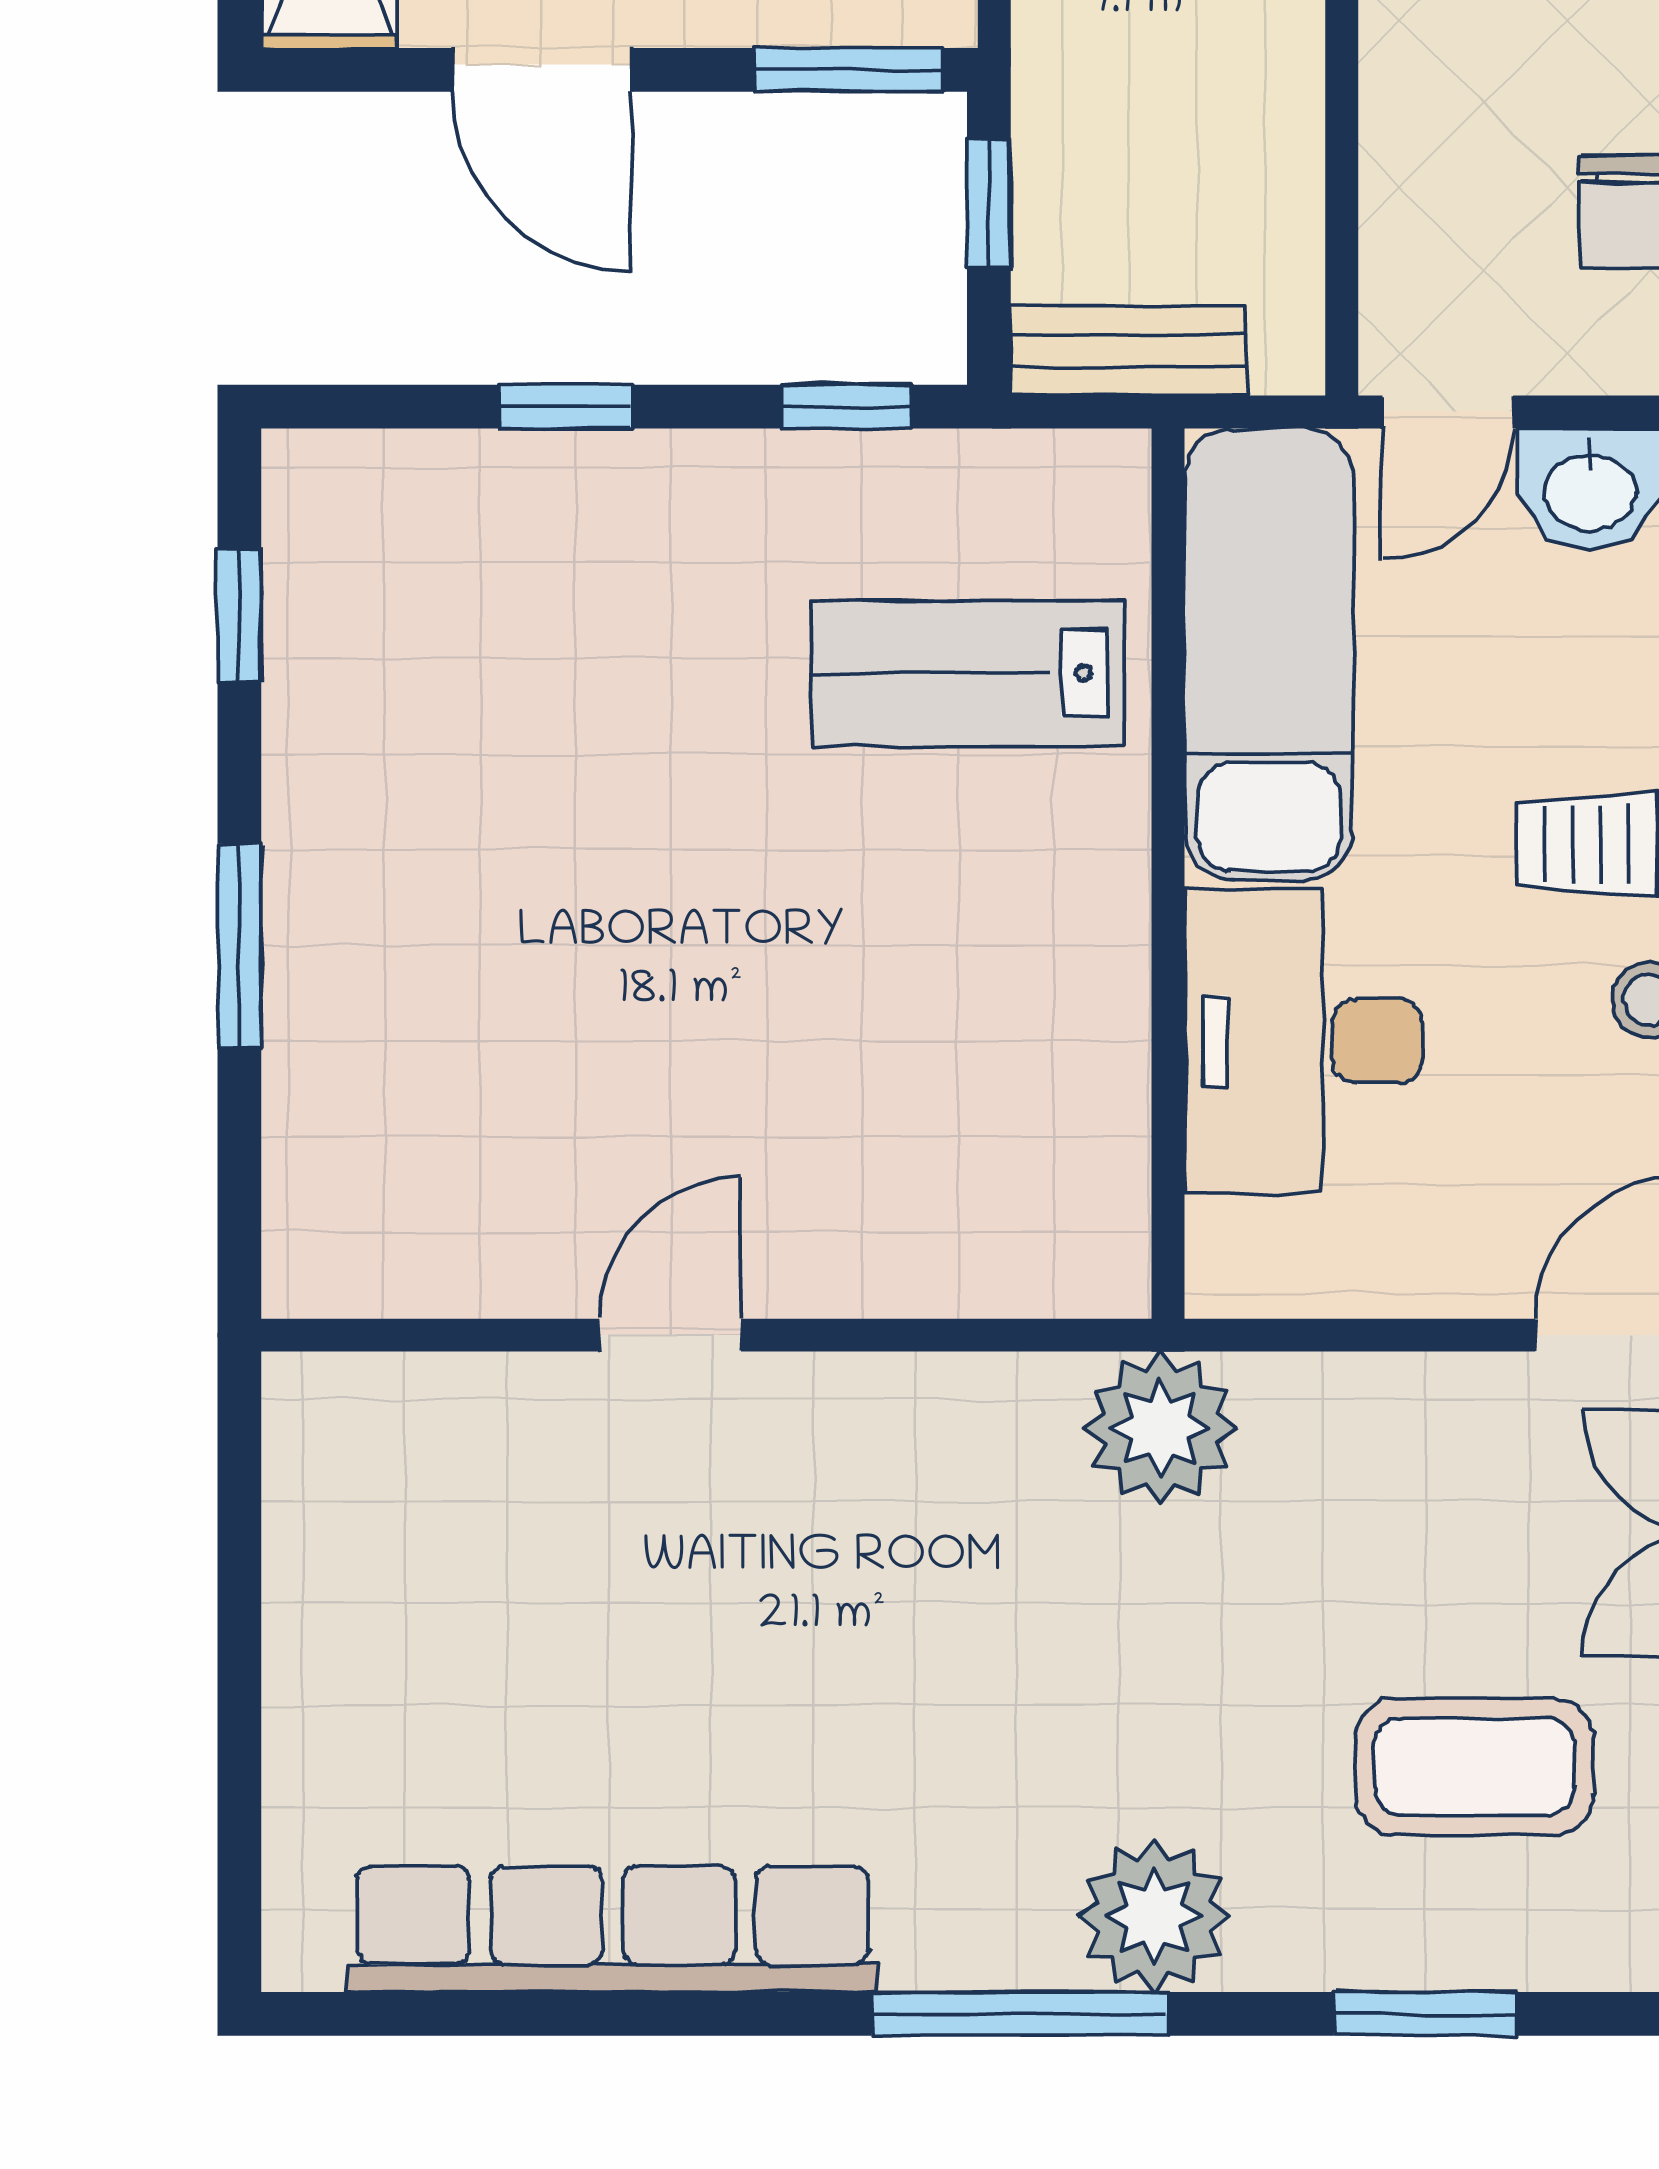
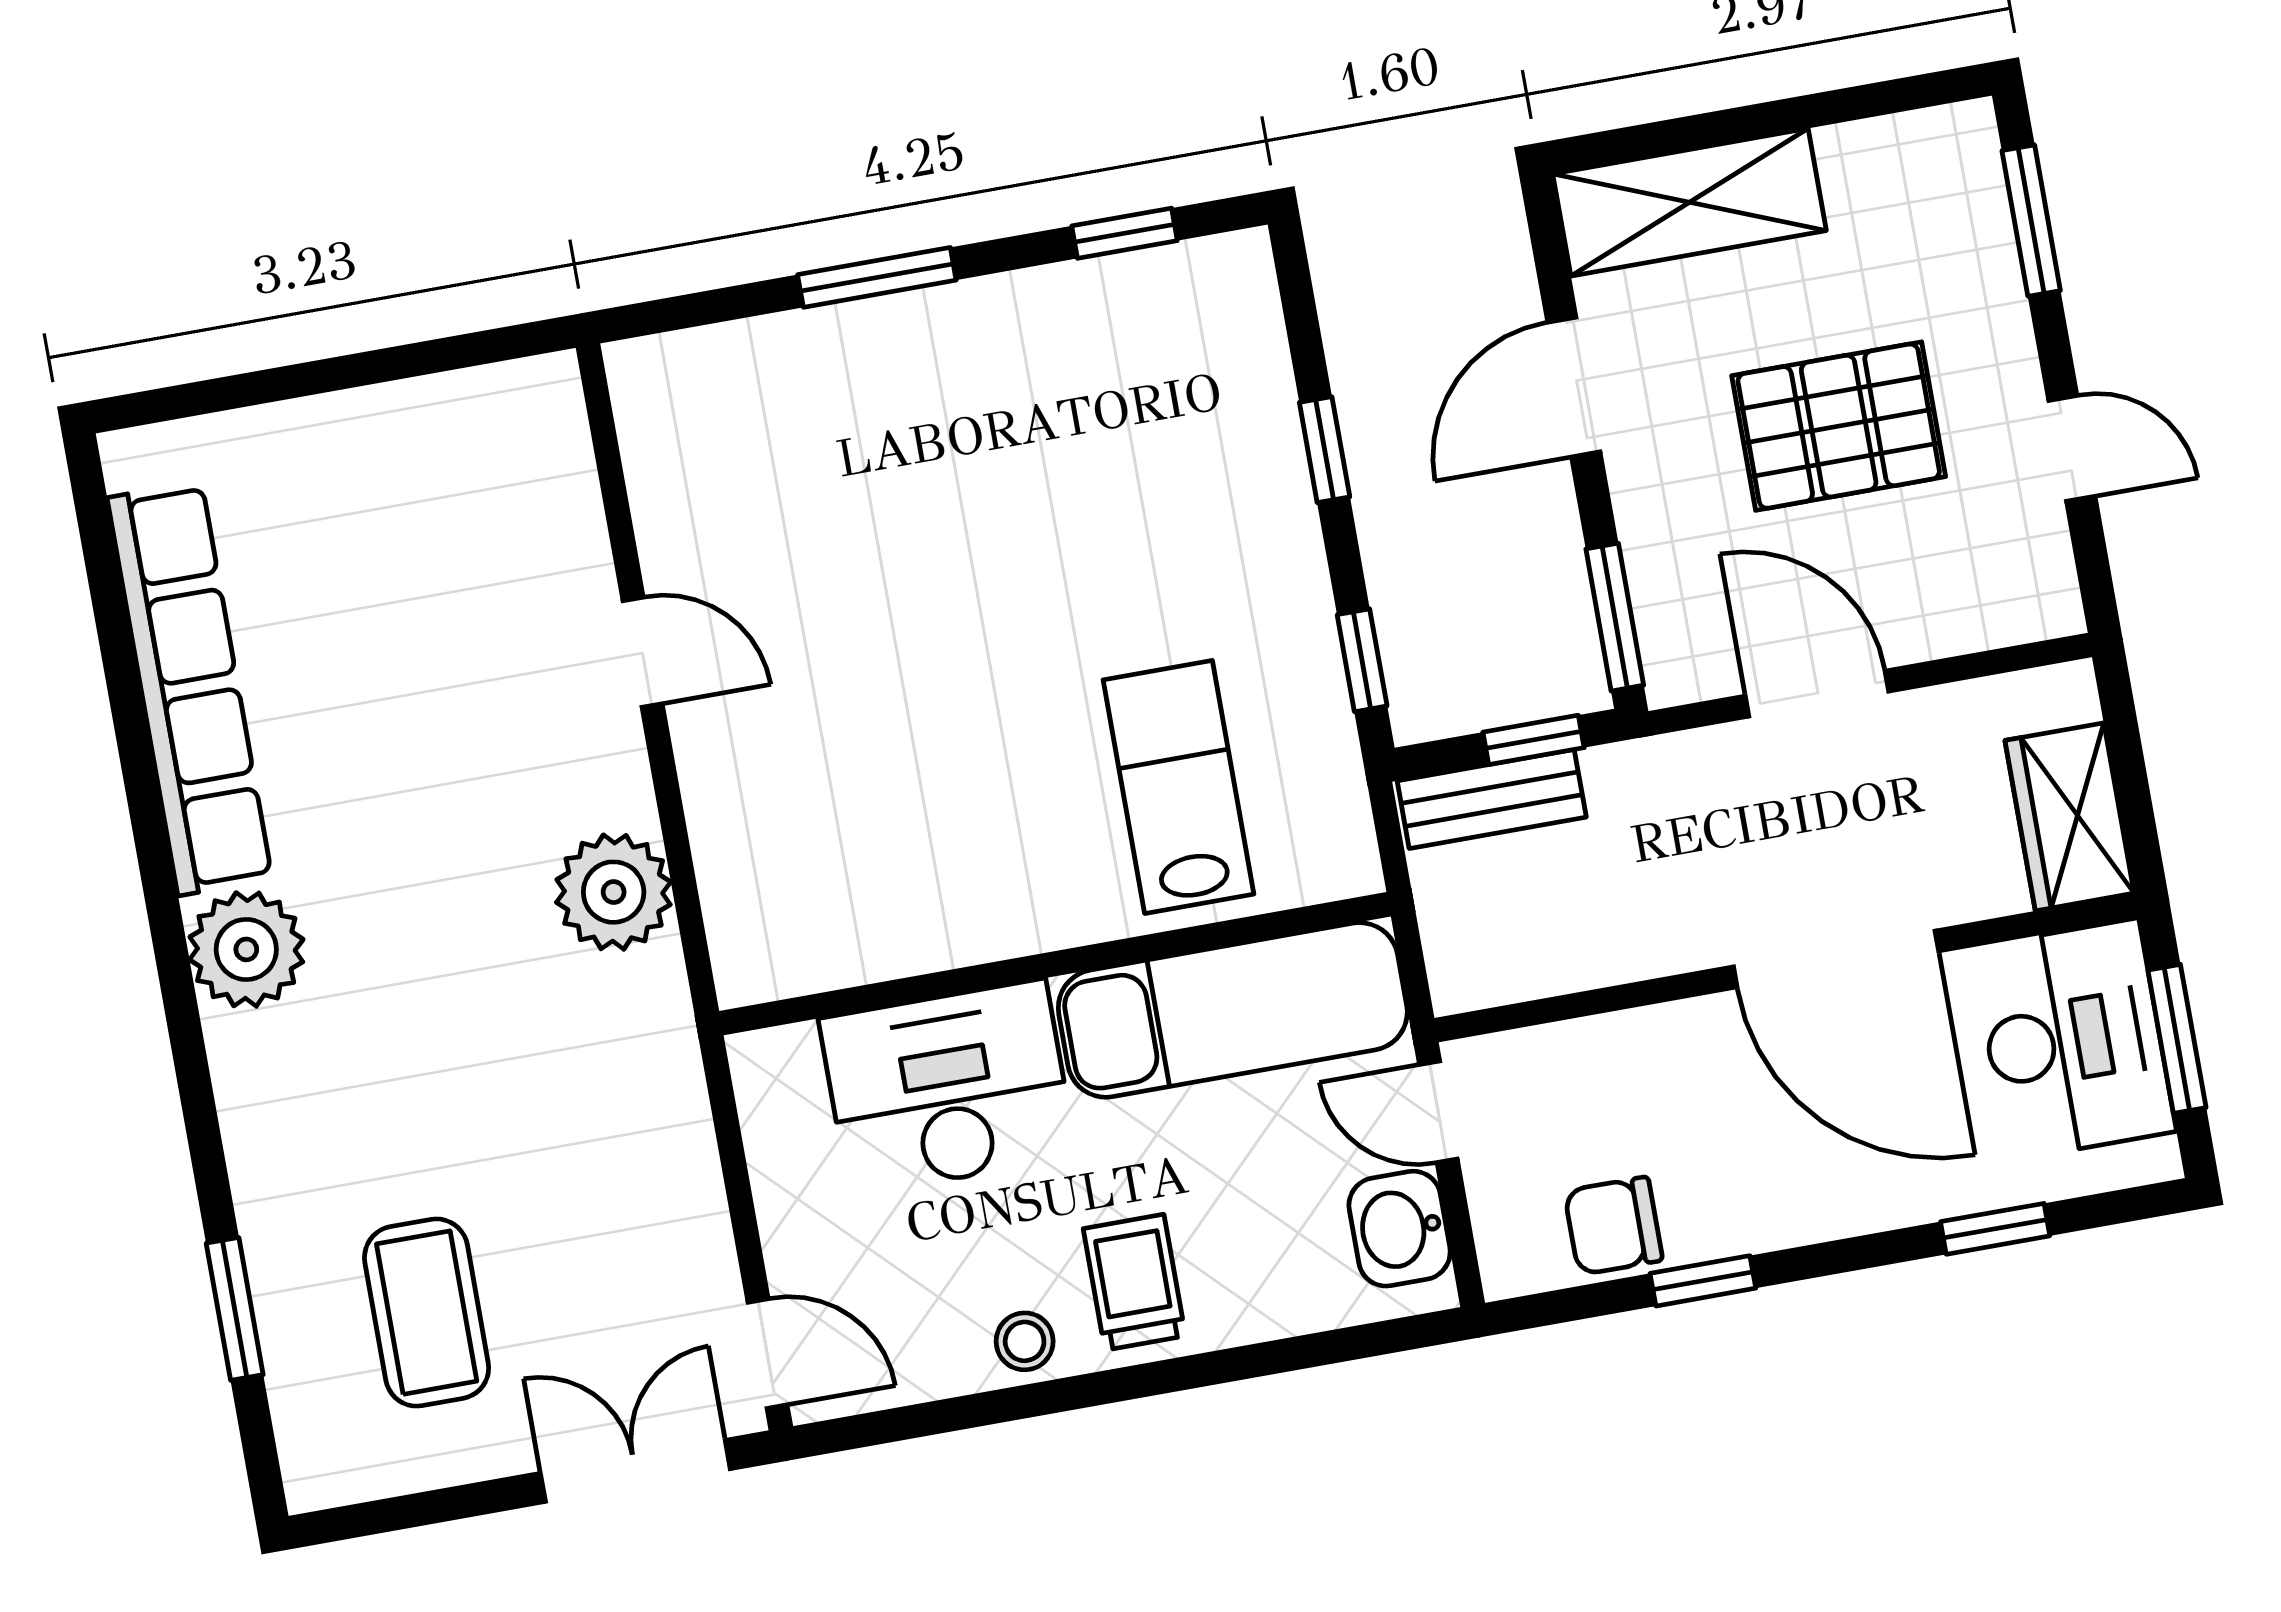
bench: (1129, 351) -> (1492, 799), moved, turned 90
plant: (1160, 1428) -> (614, 892), moved
plant: (1154, 1916) -> (246, 949), moved
window: (1020, 2014) -> (181, 1005), removed

